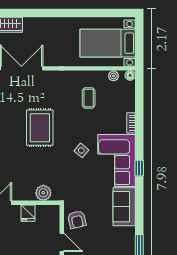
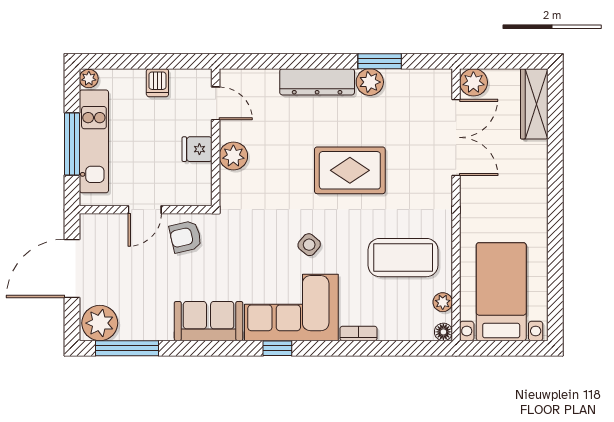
coffee table: (89, 98) -> (403, 258), width x1.86, depth x1.72
plant: (43, 193) -> (233, 156), moved

